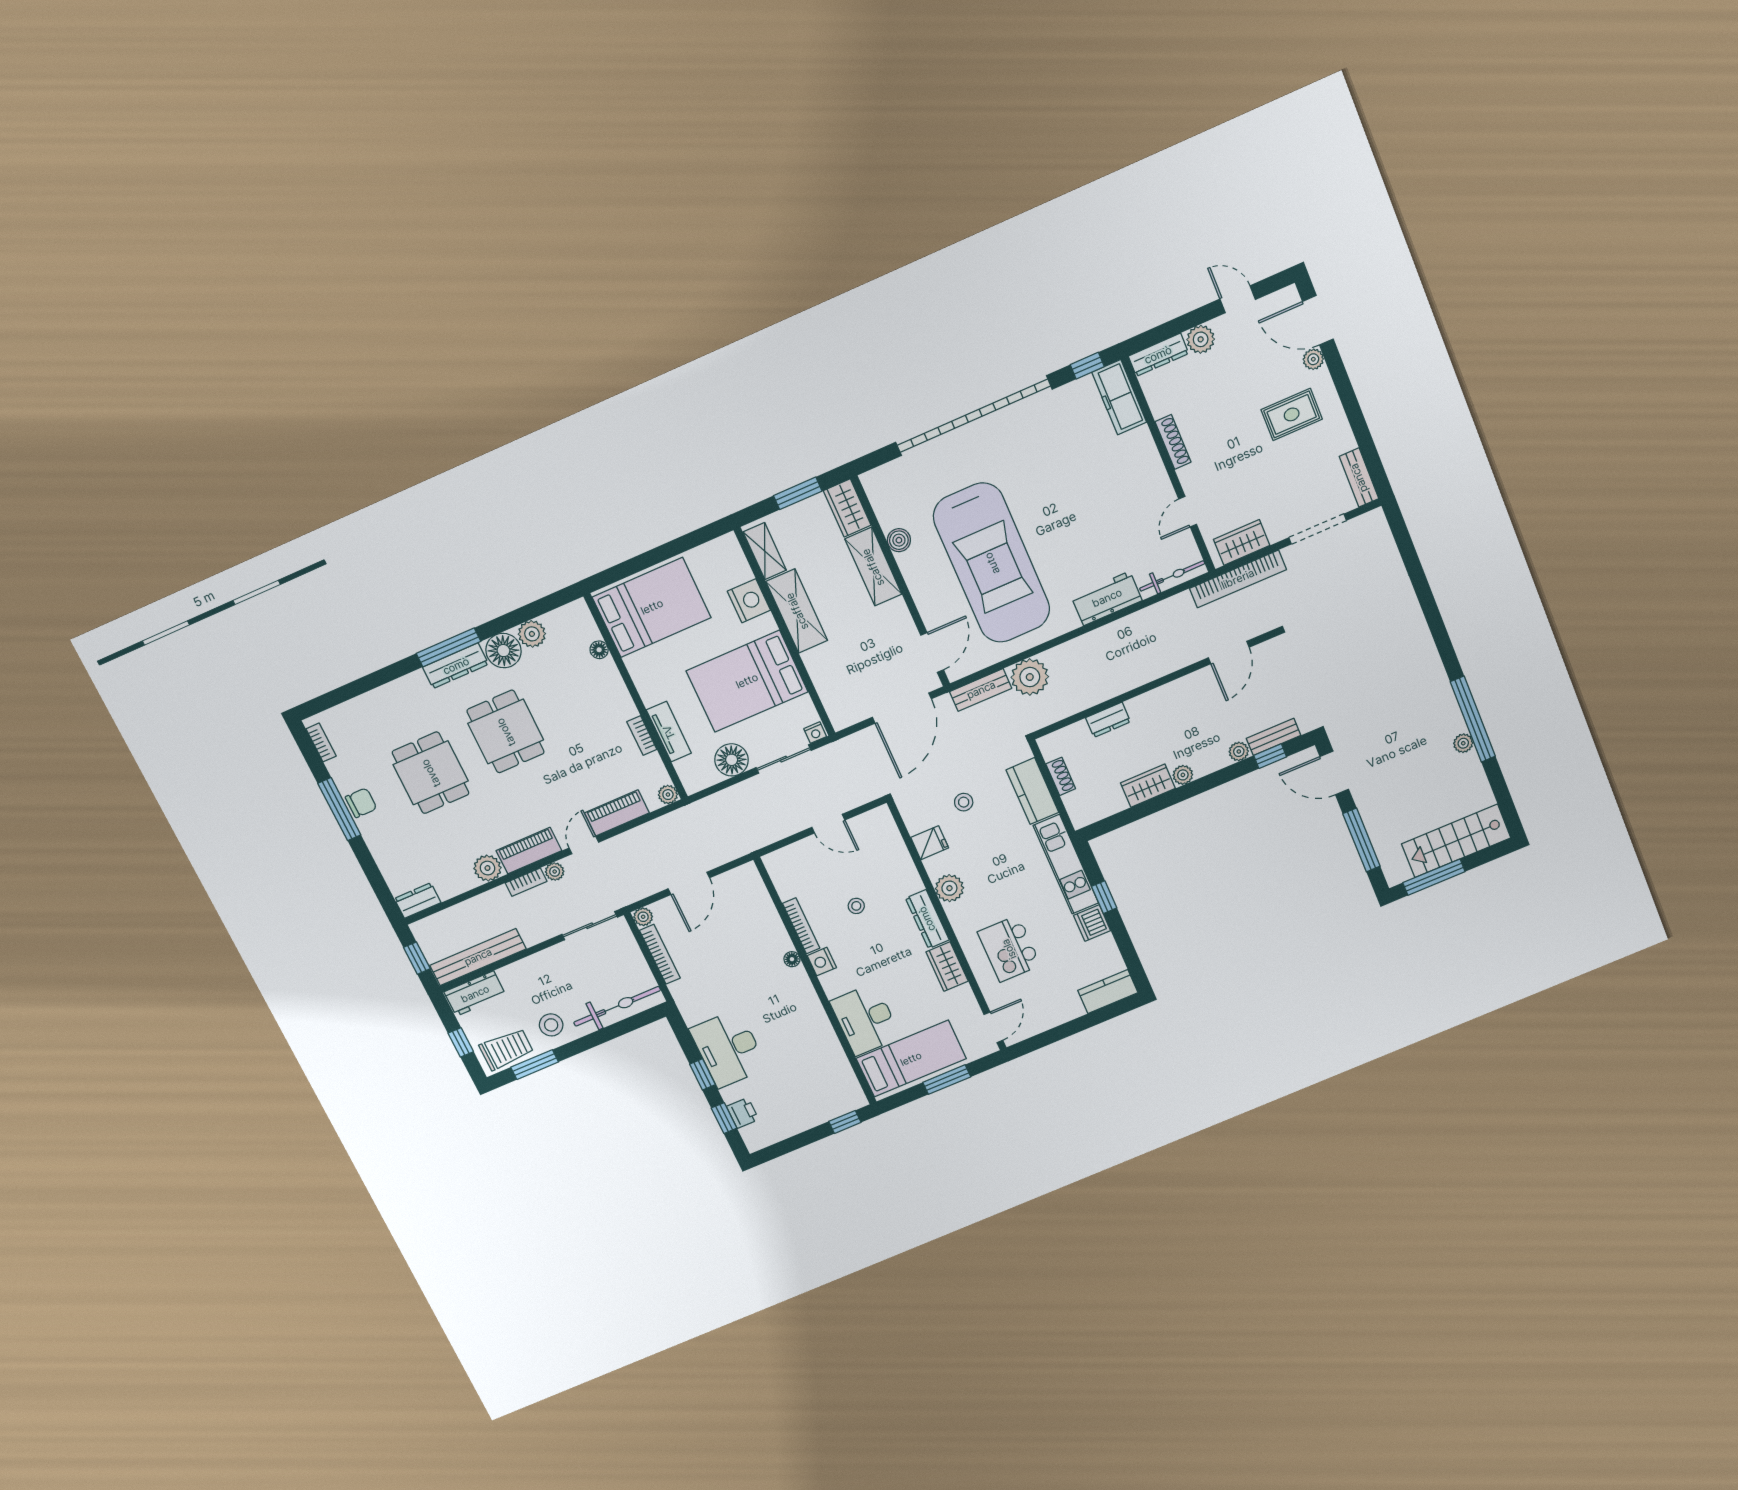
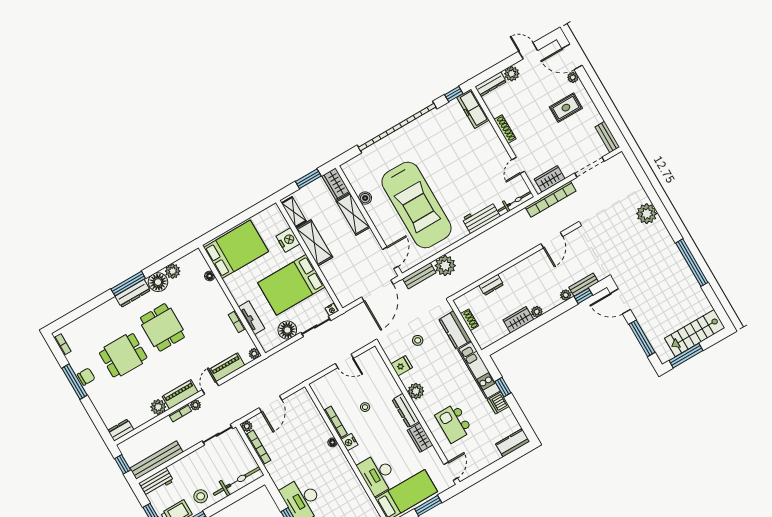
plant: (1463, 743) -> (647, 214), moved, width x1.88, depth x1.88
dining table: (431, 773) -> (123, 355), turned 90

